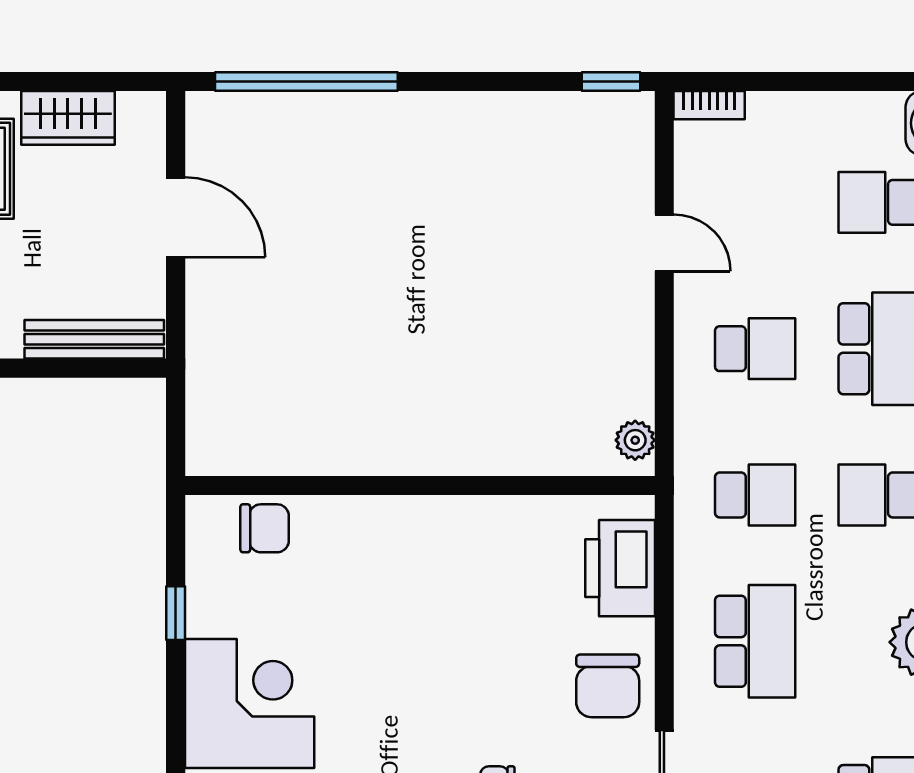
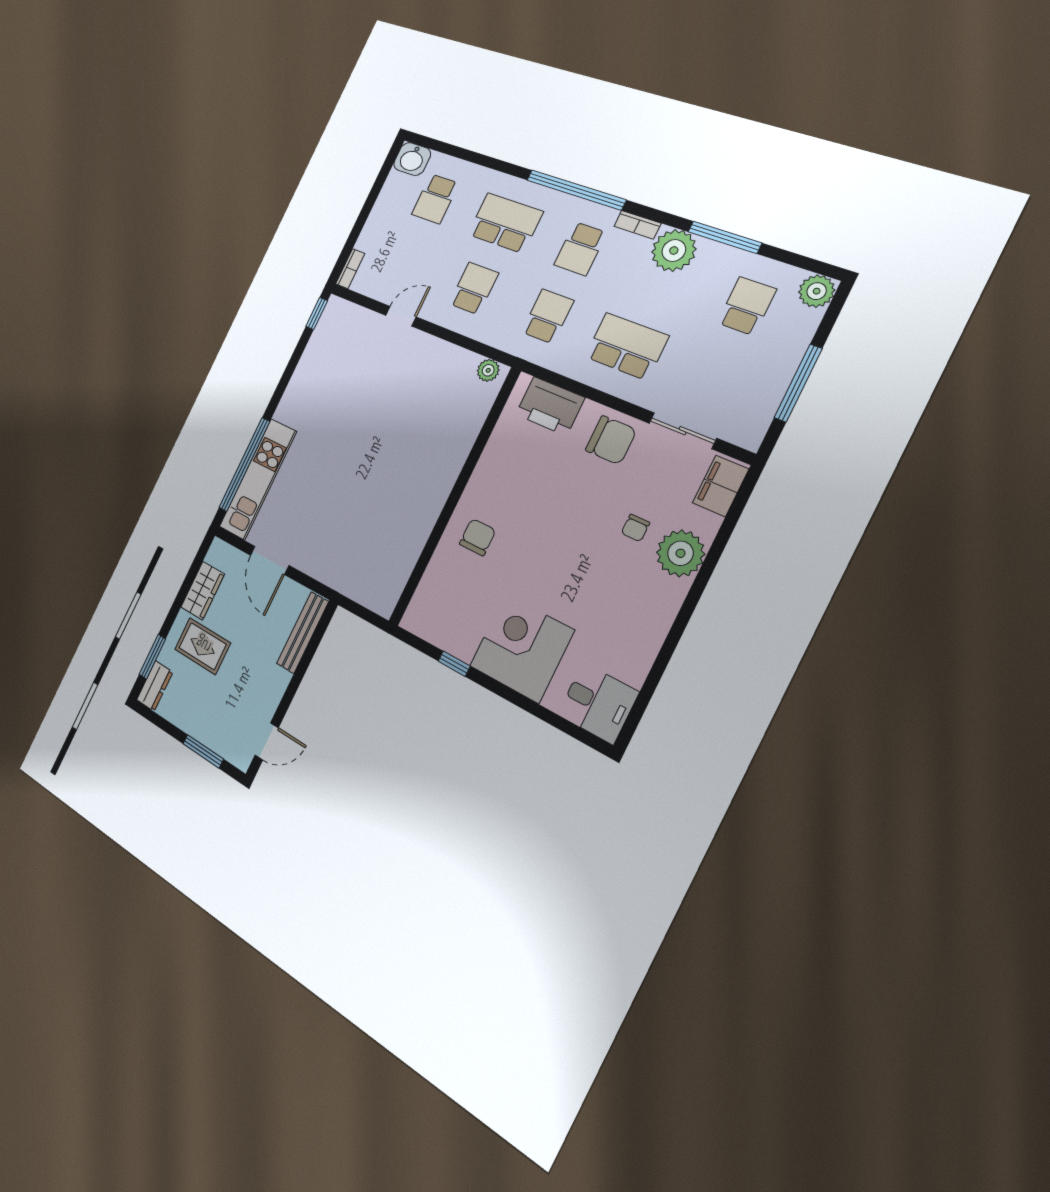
kitchen unit: (294, 122) -> (258, 479), added
door: (176, 217) -> (270, 560), swing flipped
chair: (265, 528) -> (478, 537), moved

